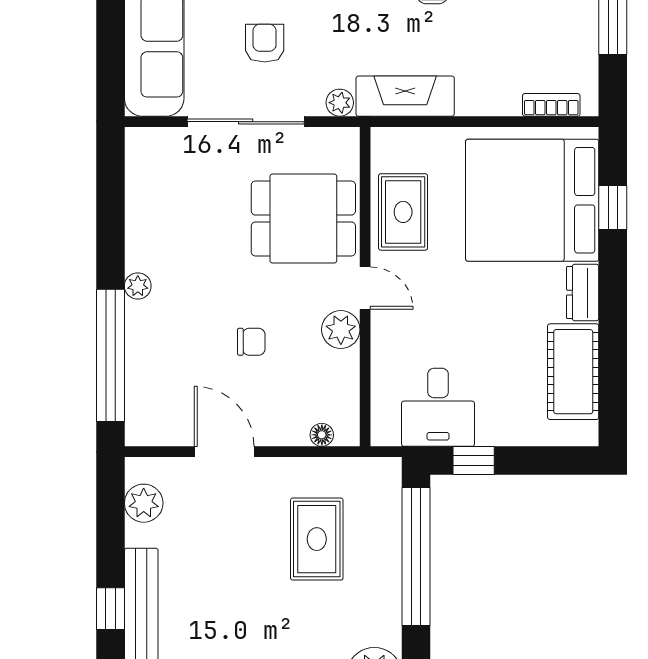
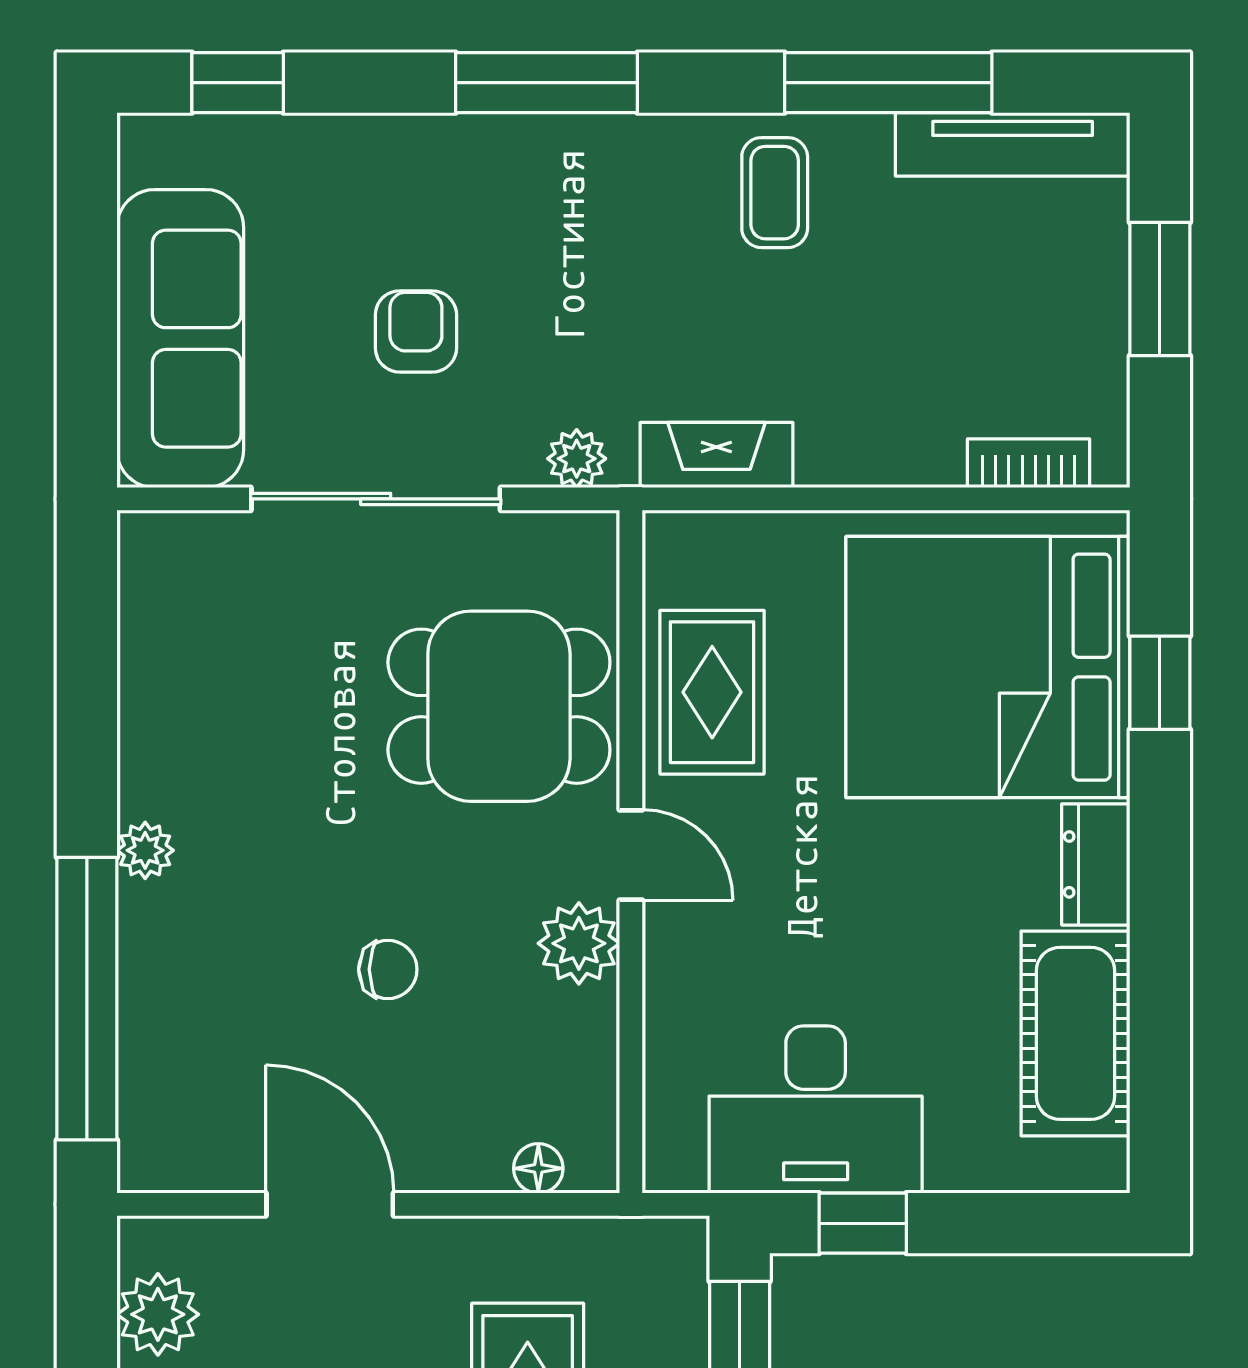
fireplace: (405, 96) -> (716, 455), width x0.73, depth x0.76
desk: (438, 407) -> (816, 1109), width x1.37

